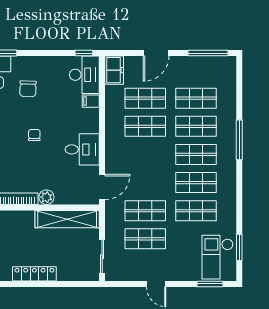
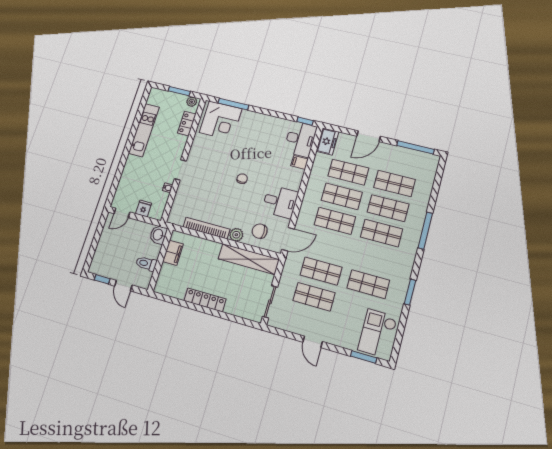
chair: (28, 89) -> (260, 231), moved, turned 88
shop shelf: (196, 183) -> (335, 221), moved
window: (239, 248) -> (410, 292), moved

